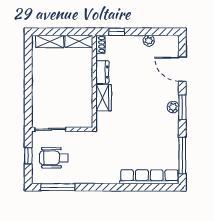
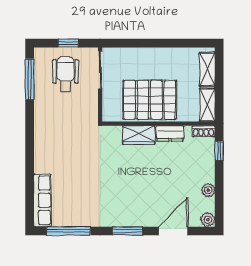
pallet: (75, 89) -> (150, 100), added
plant: (173, 107) -> (208, 220), moved
row of seats: (149, 177) -> (42, 200), width x0.73

